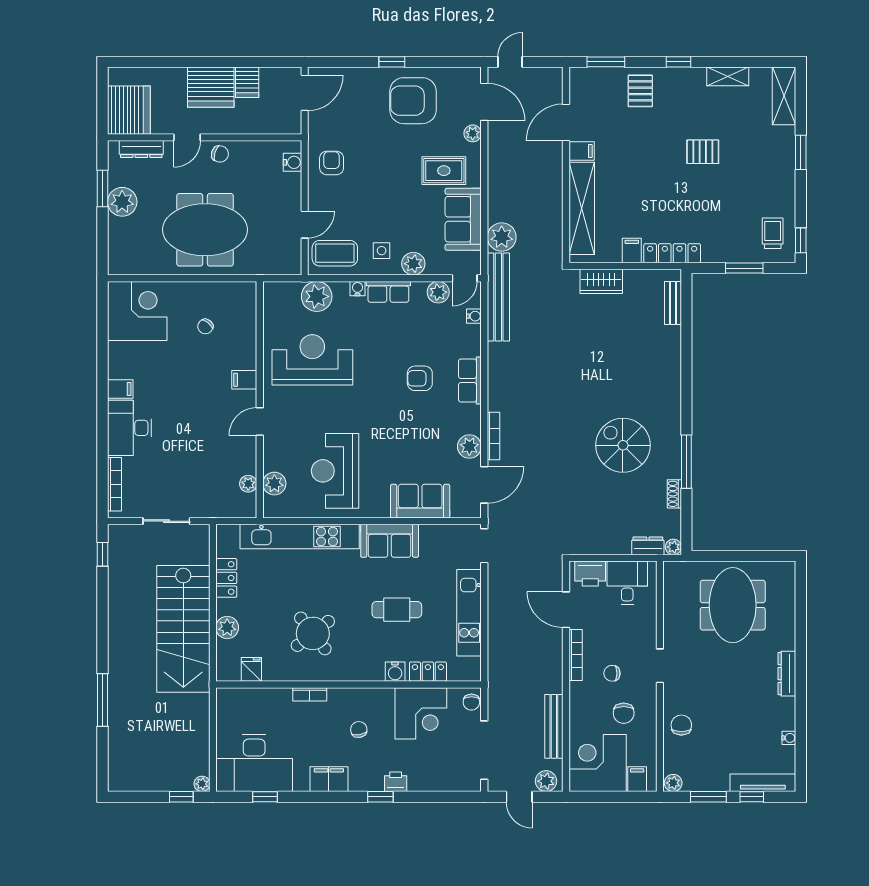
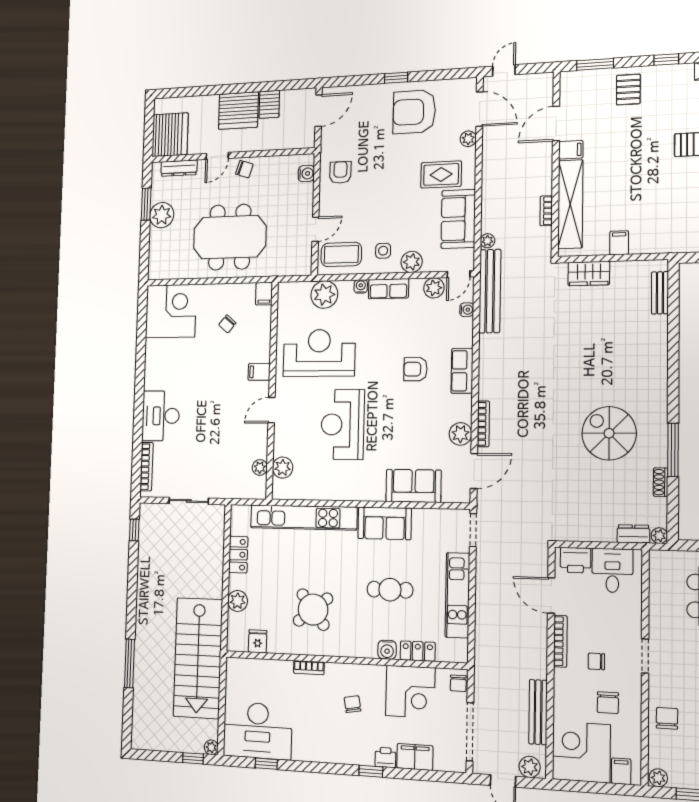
bookcase: (557, 214) -> (546, 211), added
plant: (502, 237) -> (487, 241), width x0.53, depth x0.53
locker: (672, 253) -> (659, 244), removed
filing cabinet: (120, 389) -> (264, 294), moved, turned 90
reception desk: (335, 471) -> (343, 424), moved
stairs: (183, 629) -> (198, 658), moved
filing cabinet: (329, 779) -> (415, 757), moved

